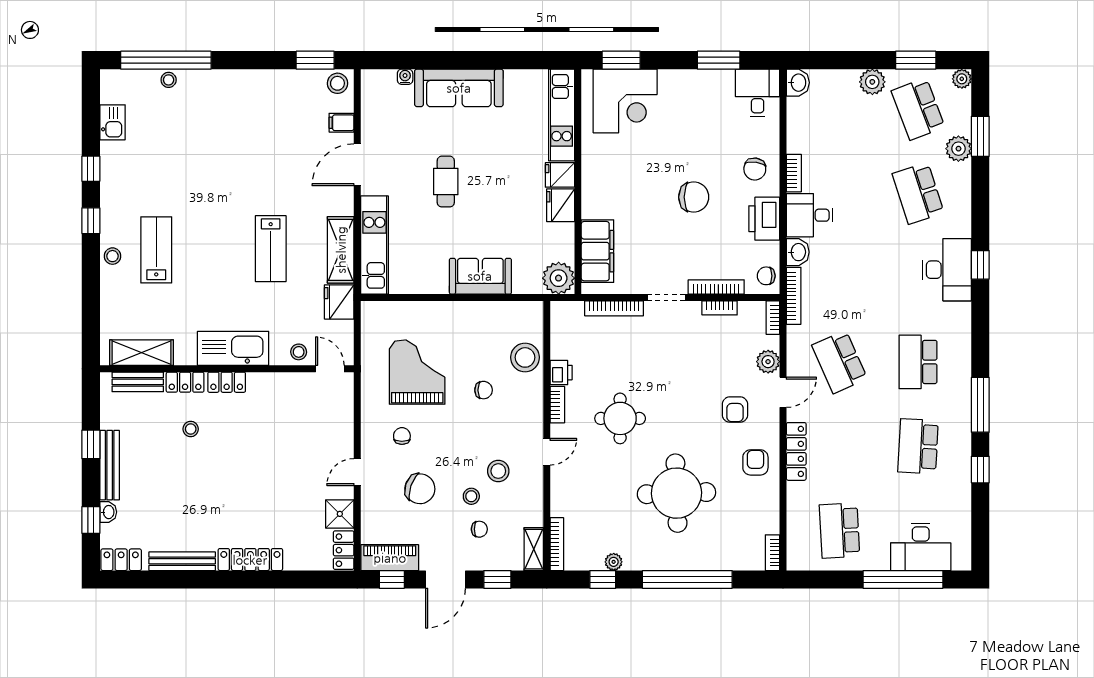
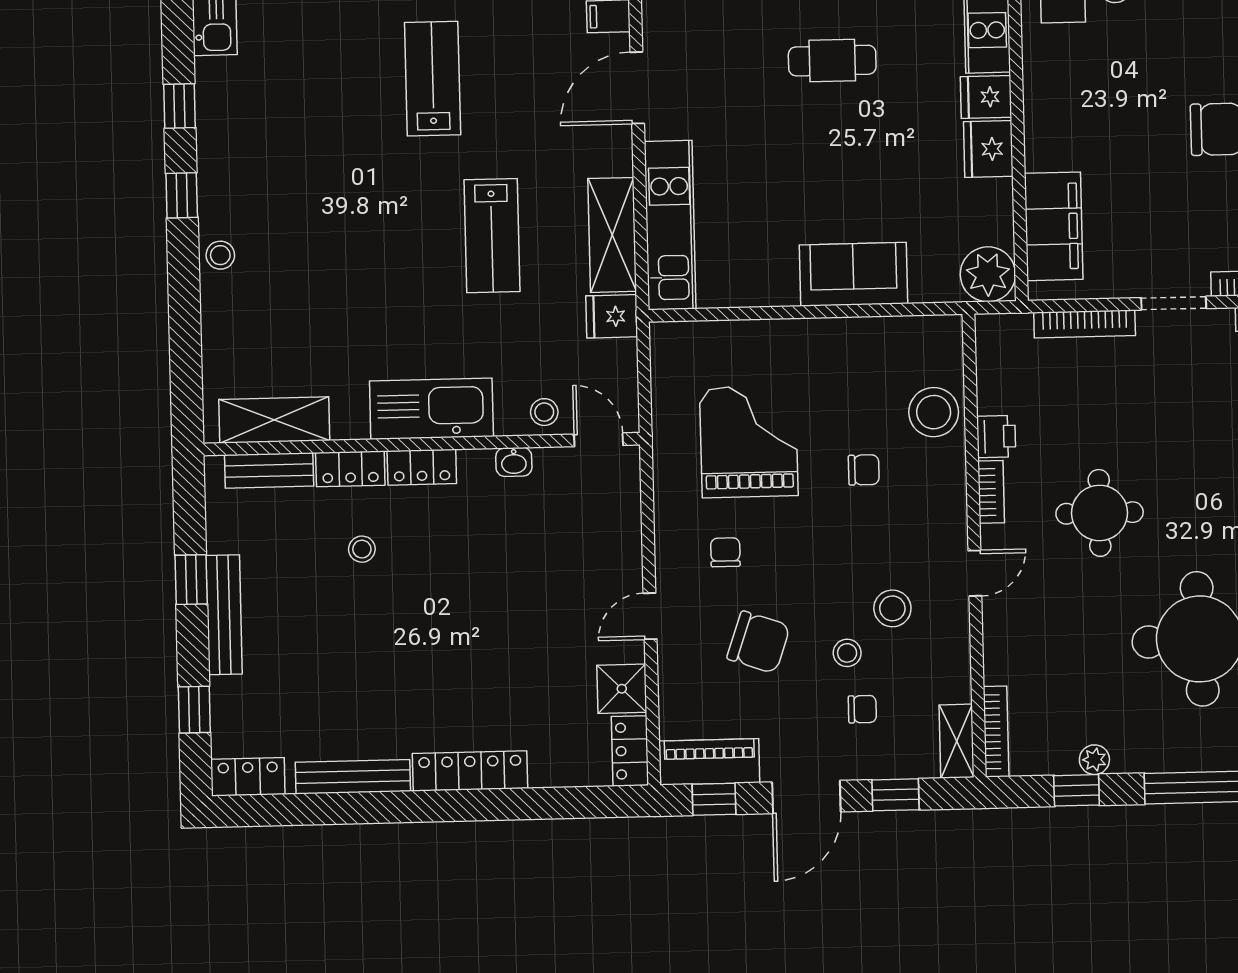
cafe table: (446, 182) -> (832, 61), moved, turned 90
lab bench: (156, 250) -> (433, 79), moved
fridge: (339, 302) -> (612, 316), width x0.72
washbasin: (108, 512) -> (514, 462), moved, turned 90

